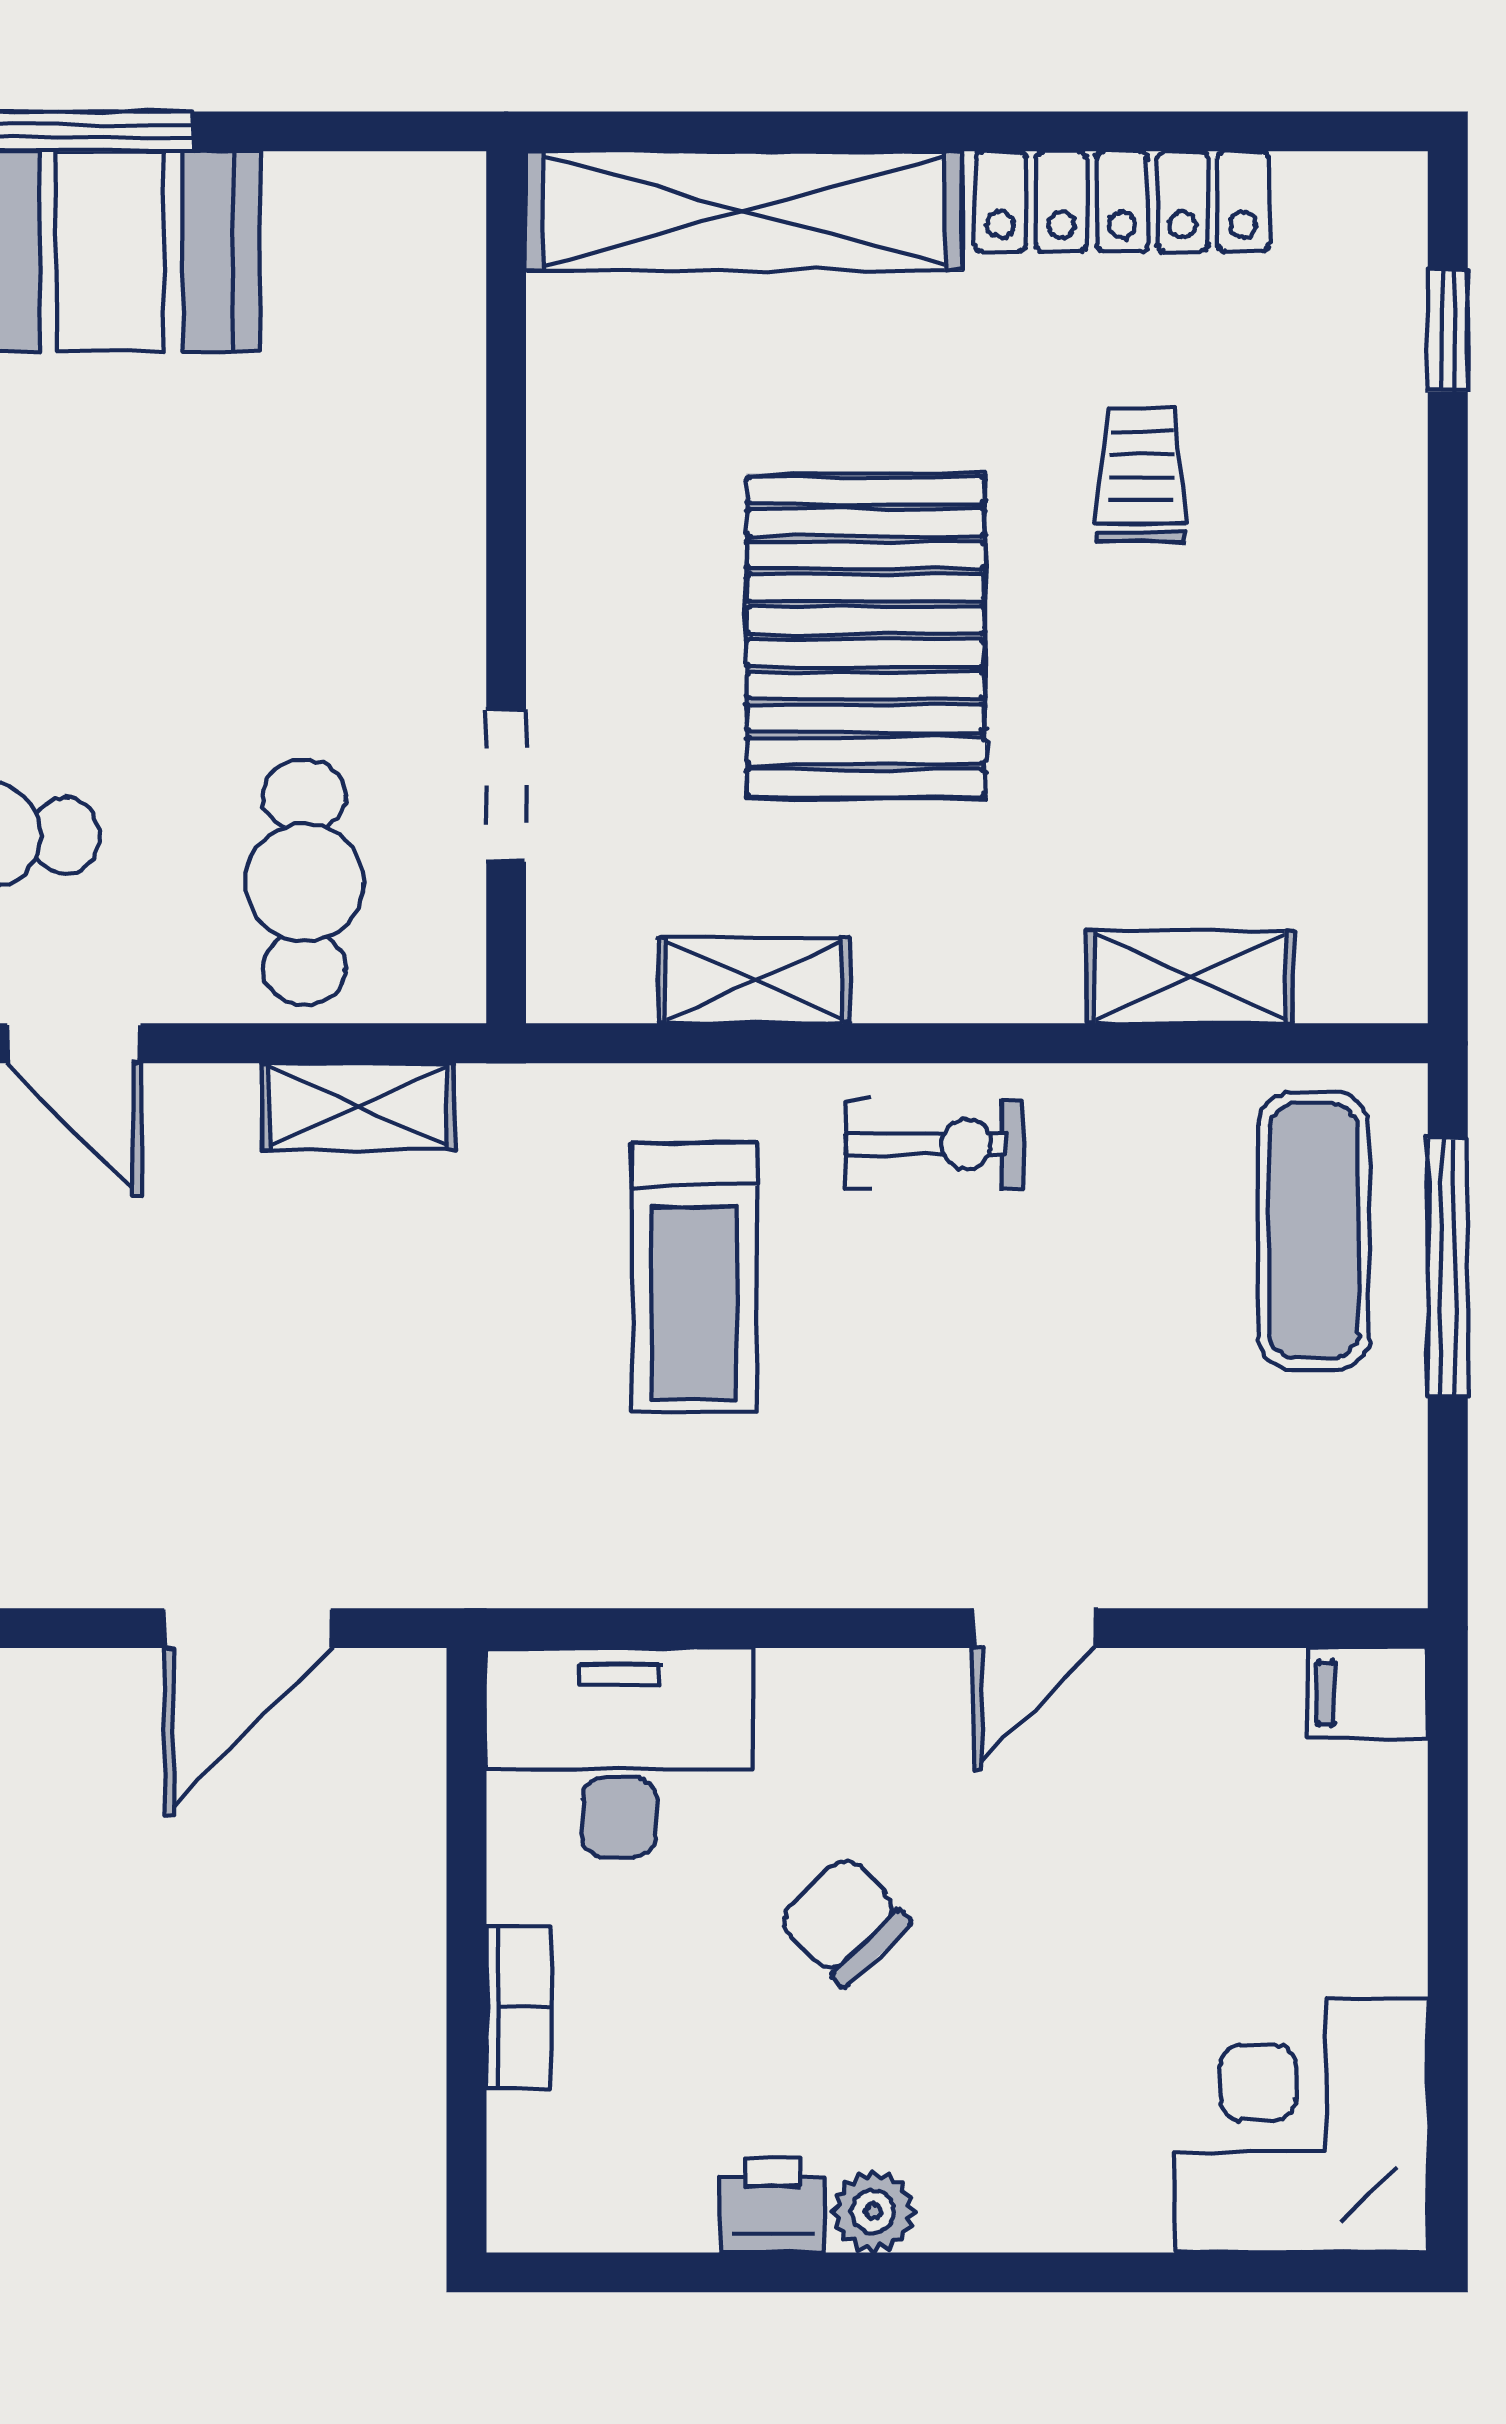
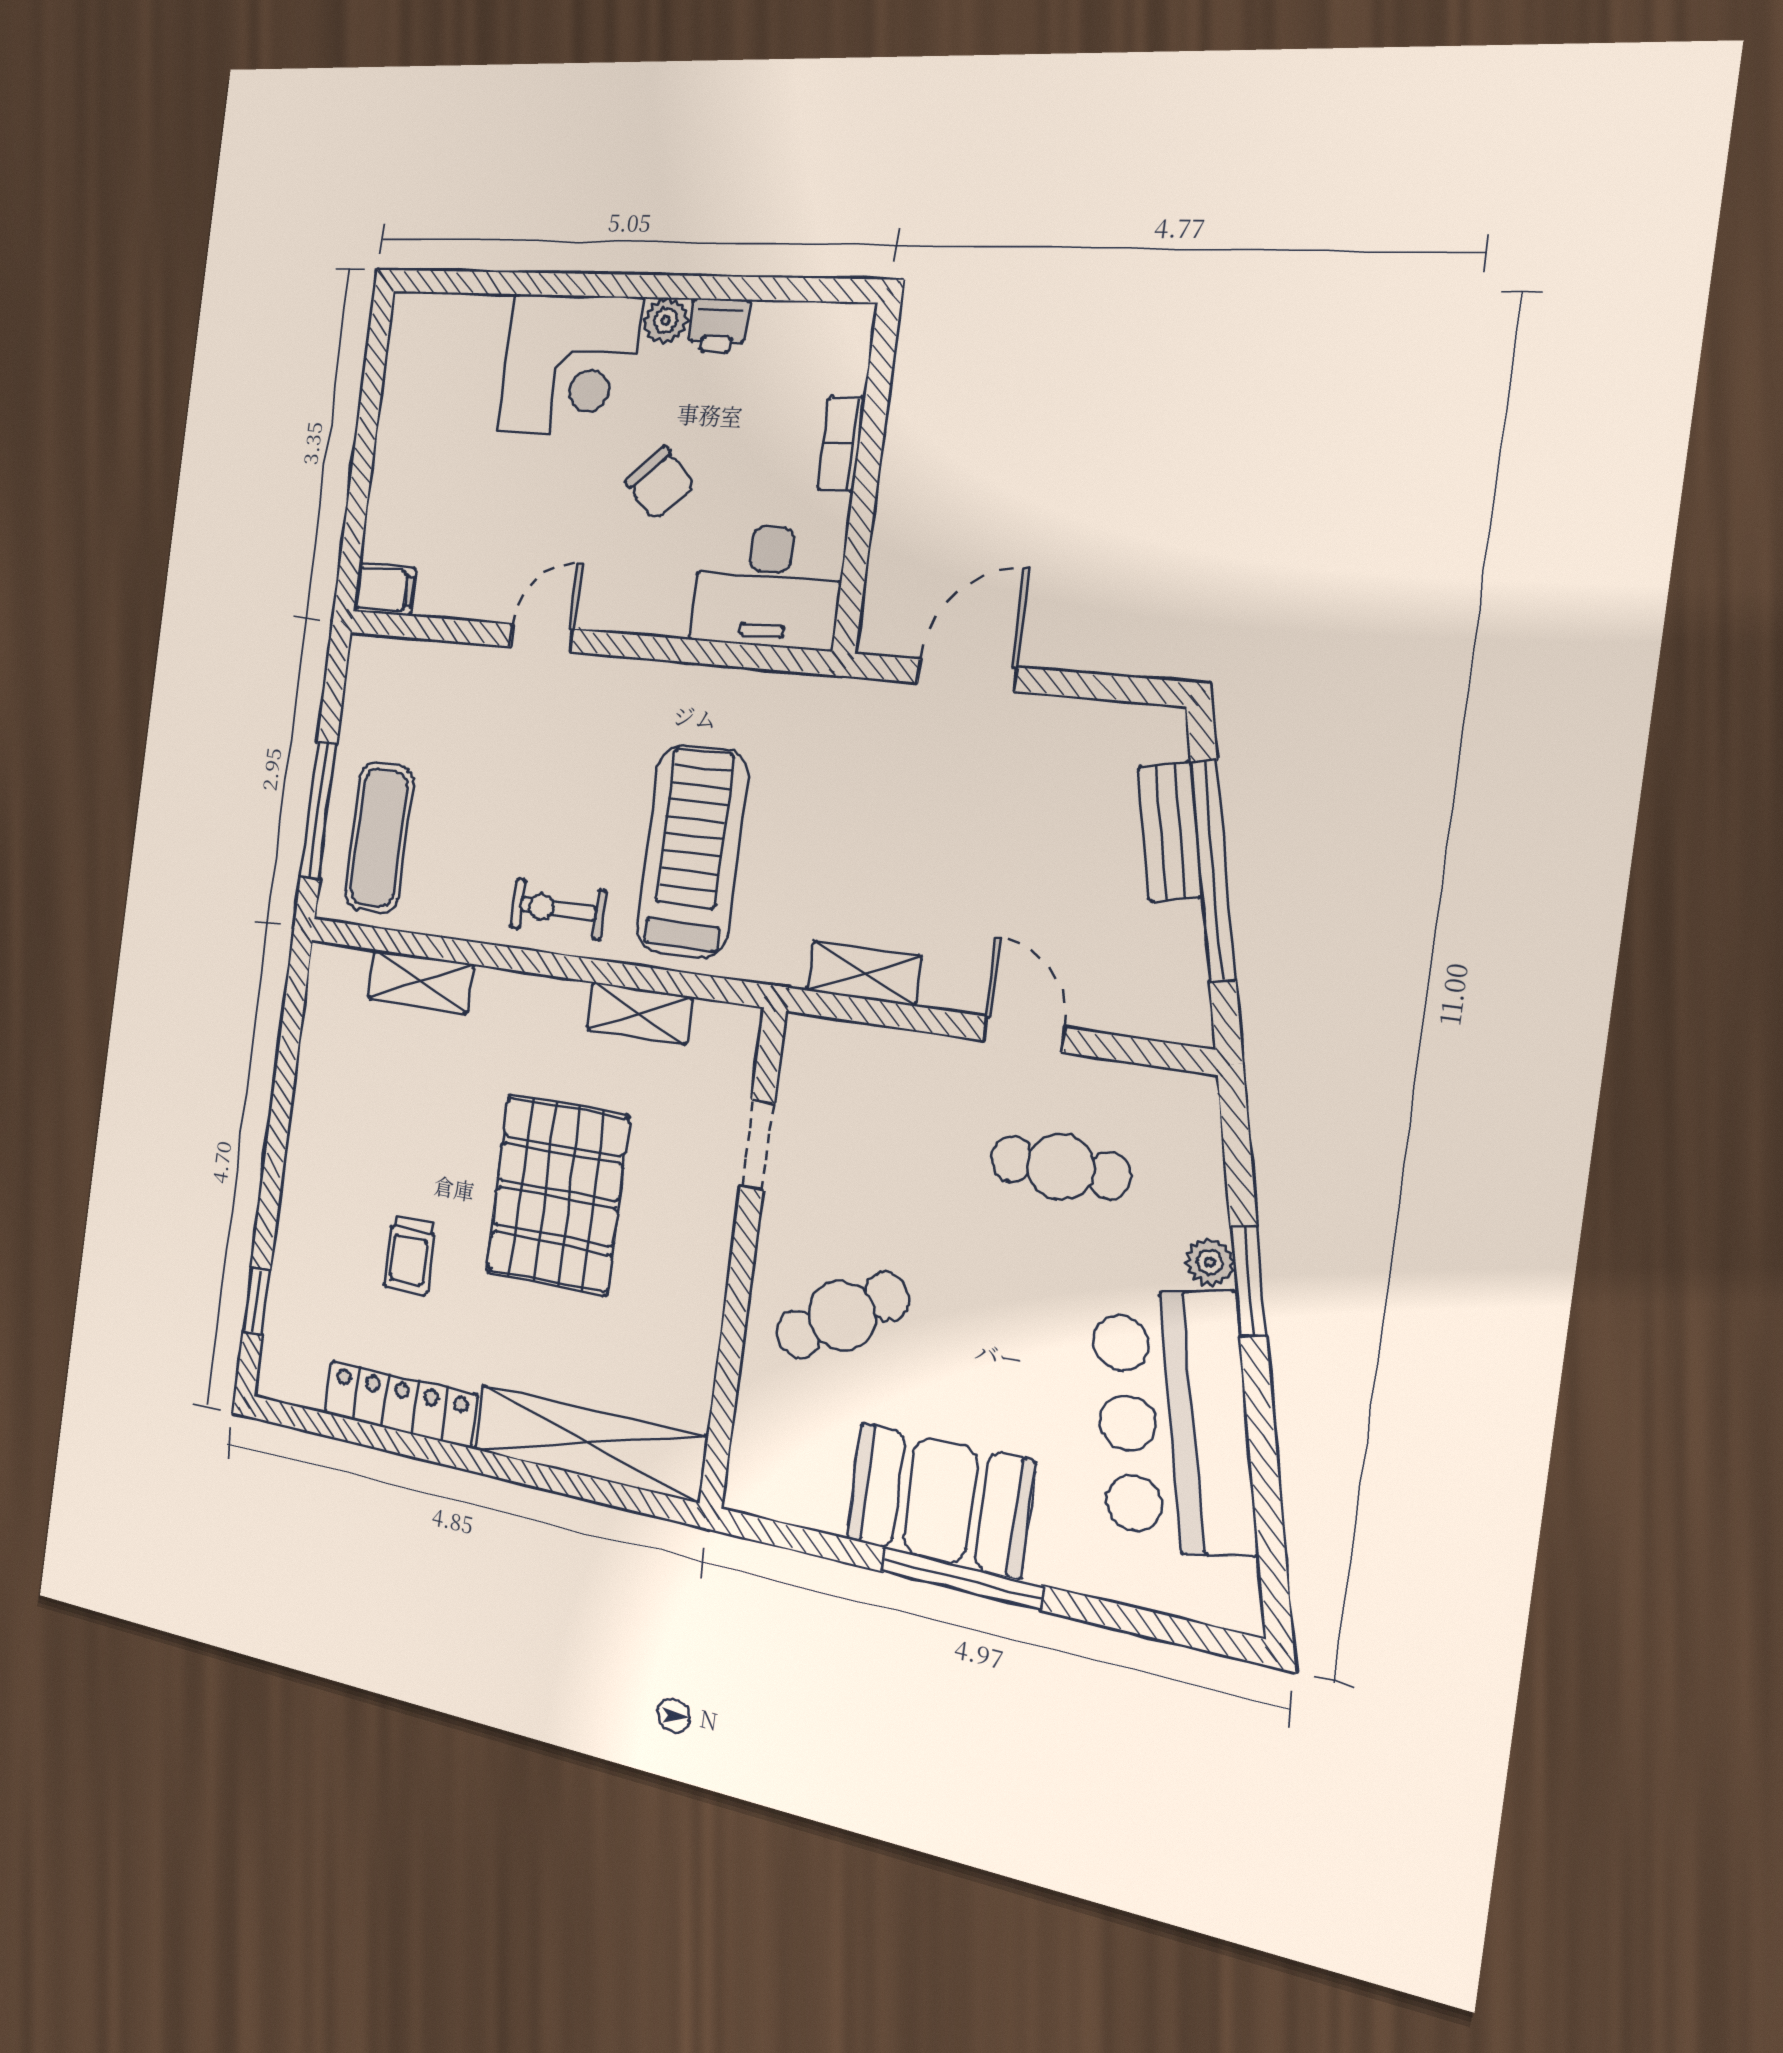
cafe table: (304, 882) -> (842, 1316), moved, turned 57
treadmill: (694, 1277) -> (692, 851), width x1.37, depth x1.38
corner desk: (1301, 2126) -> (569, 365), moved

